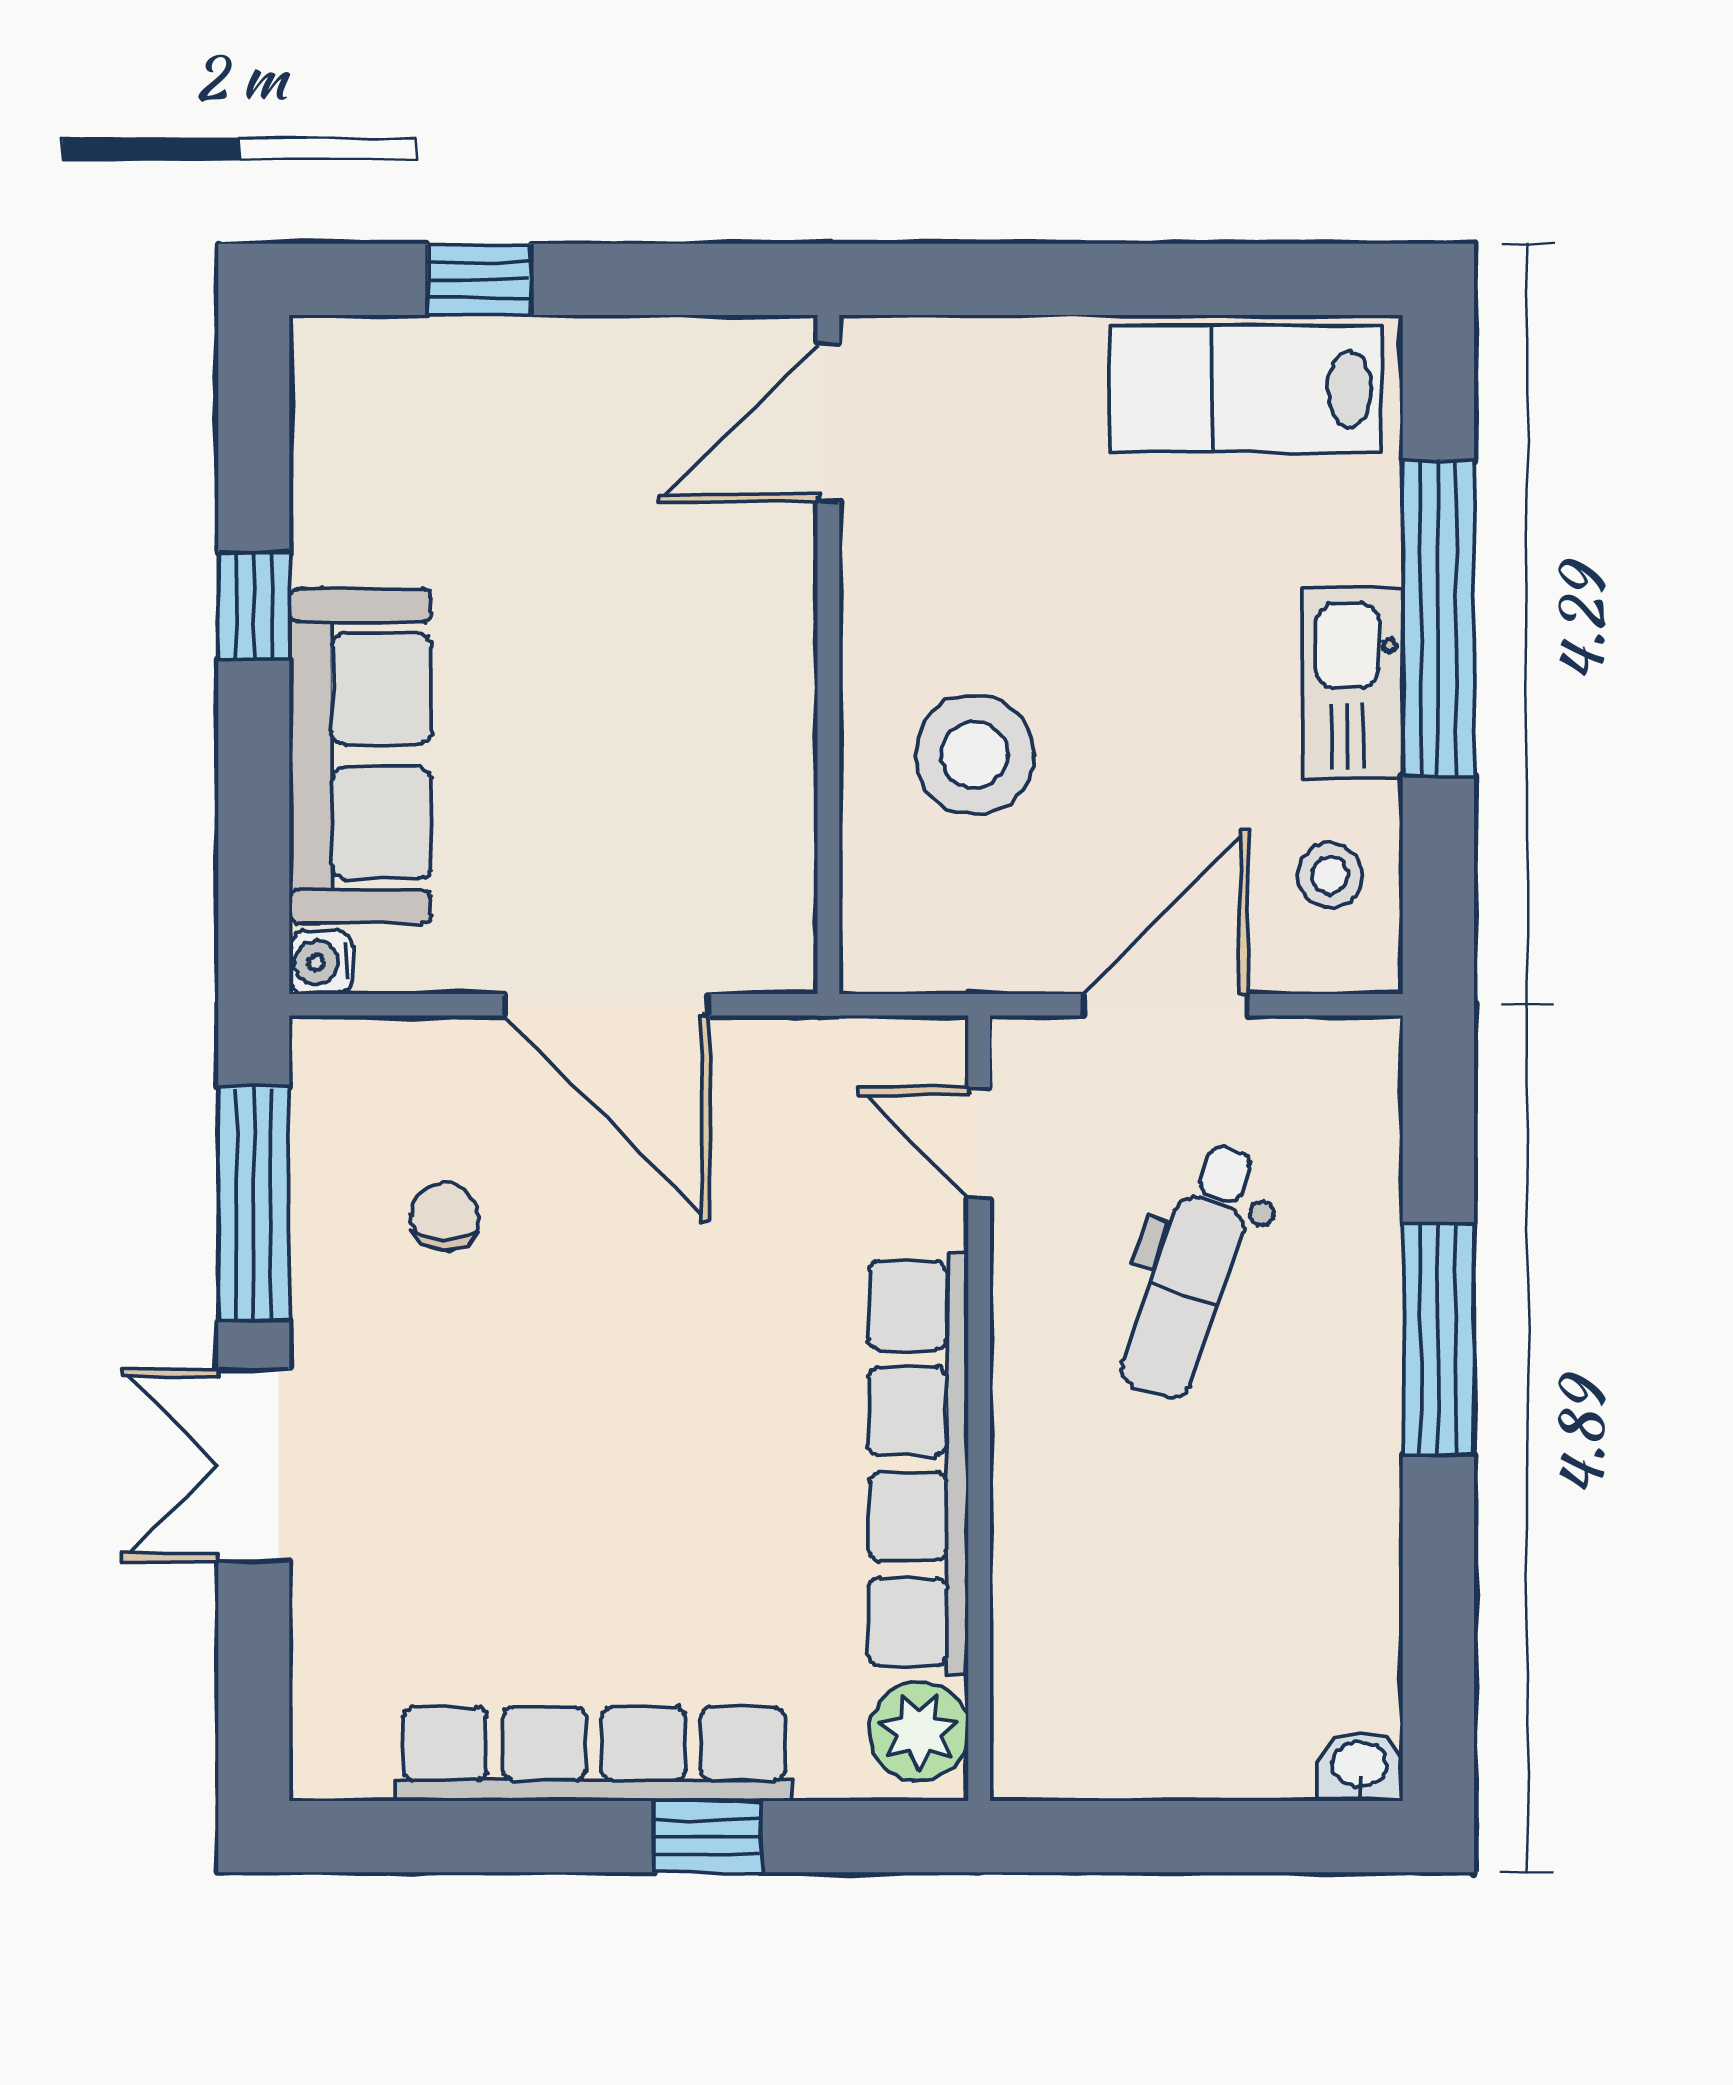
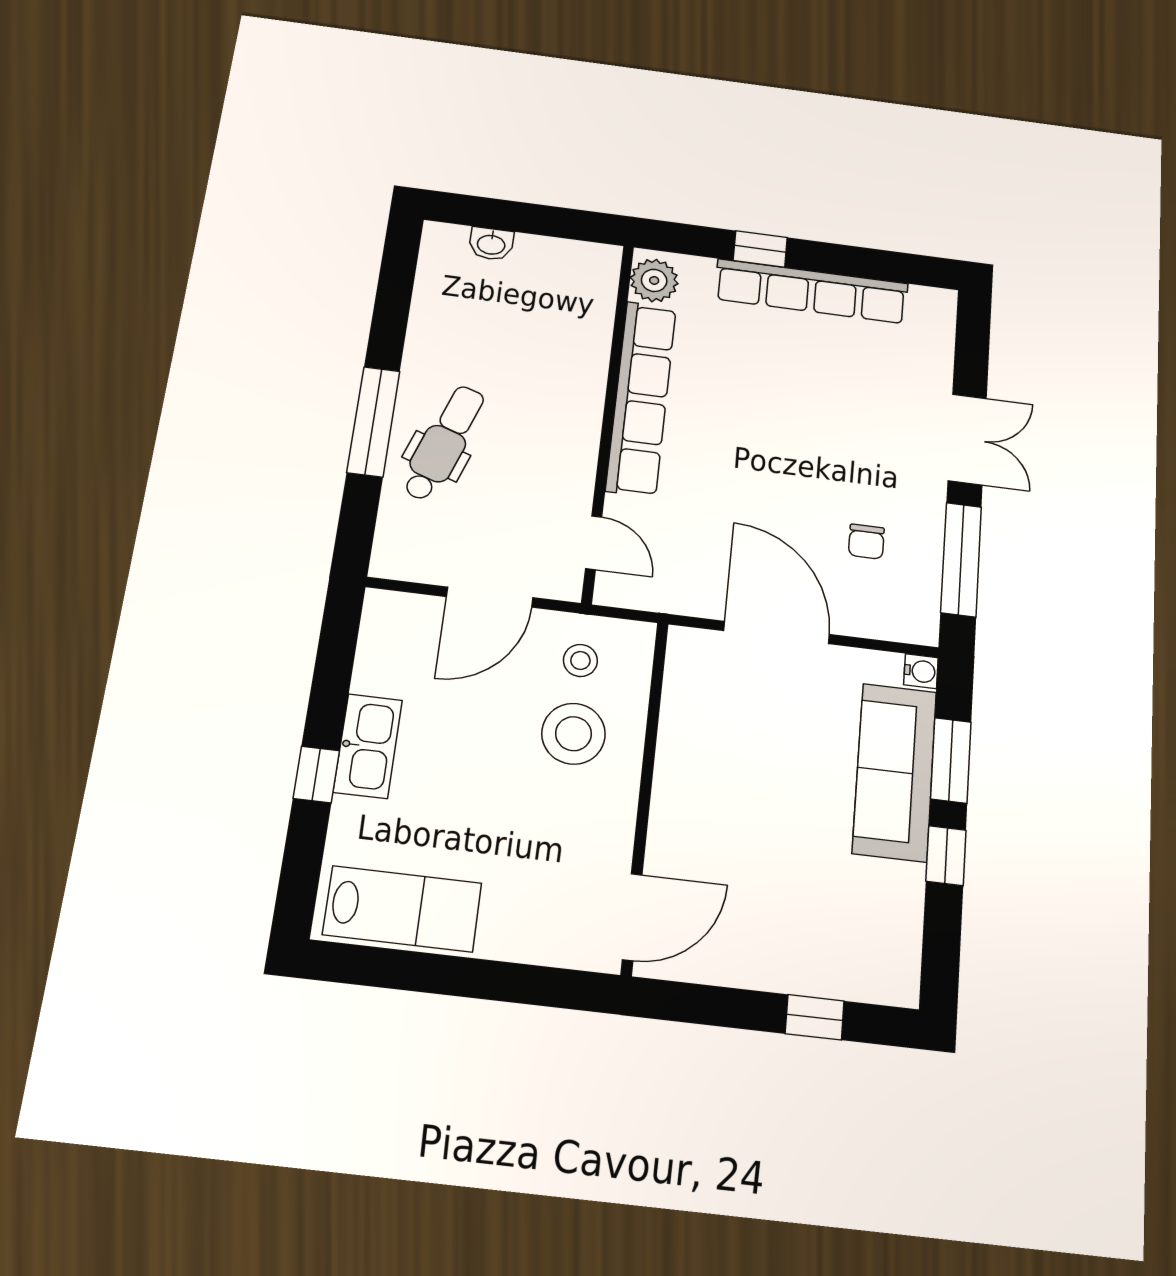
window: (1438, 618) -> (316, 775), width x0.32
window: (254, 792) -> (951, 760), added
stool: (1330, 875) -> (580, 660), moved
dental chair: (1192, 1271) -> (444, 443), moved
washbasin: (1360, 1766) -> (491, 244), moved

